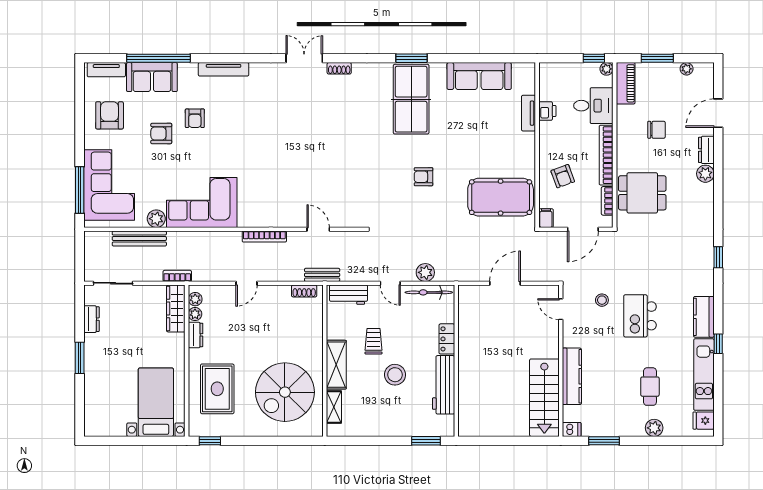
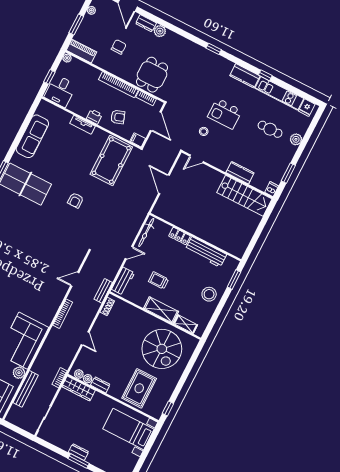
window: (594, 58) -> (49, 77), moved
desk: (593, 106) -> (60, 91), moved, turned 180
printer: (547, 111) -> (94, 117), moved
tv unit: (529, 113) -> (83, 125), moved
plant: (425, 272) -> (133, 228), removed
dresser: (91, 319) -> (78, 452), moved
stool: (395, 375) -> (209, 294), moved
kitchen counter: (572, 376) -> (240, 173), width x0.67
rug: (217, 389) -> (139, 388), turned 90

